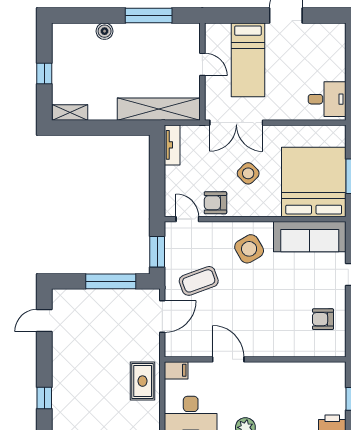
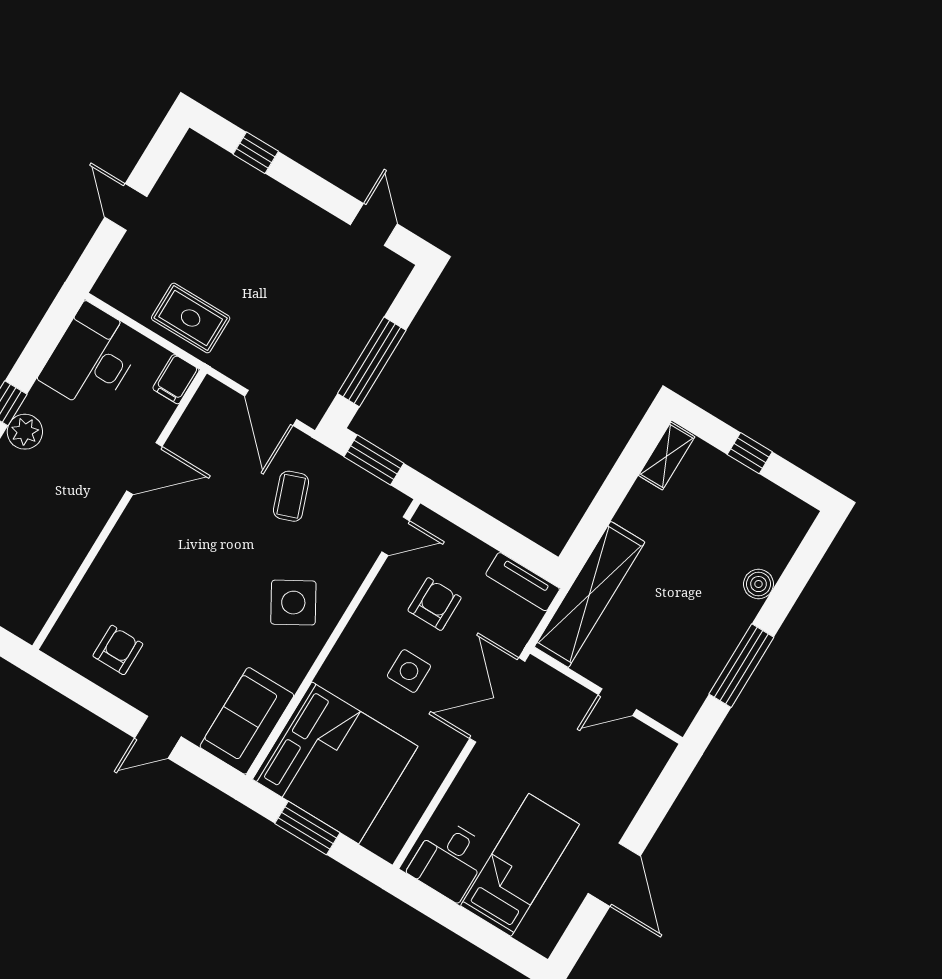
bed: (248, 60) -> (520, 865), moved, turned 90
side table: (248, 173) -> (409, 671), turned 45
armchair: (215, 203) -> (435, 604), moved
sofa: (310, 237) -> (247, 721), width x0.73
coffee table: (199, 281) -> (291, 496), width x0.73, depth x0.77

